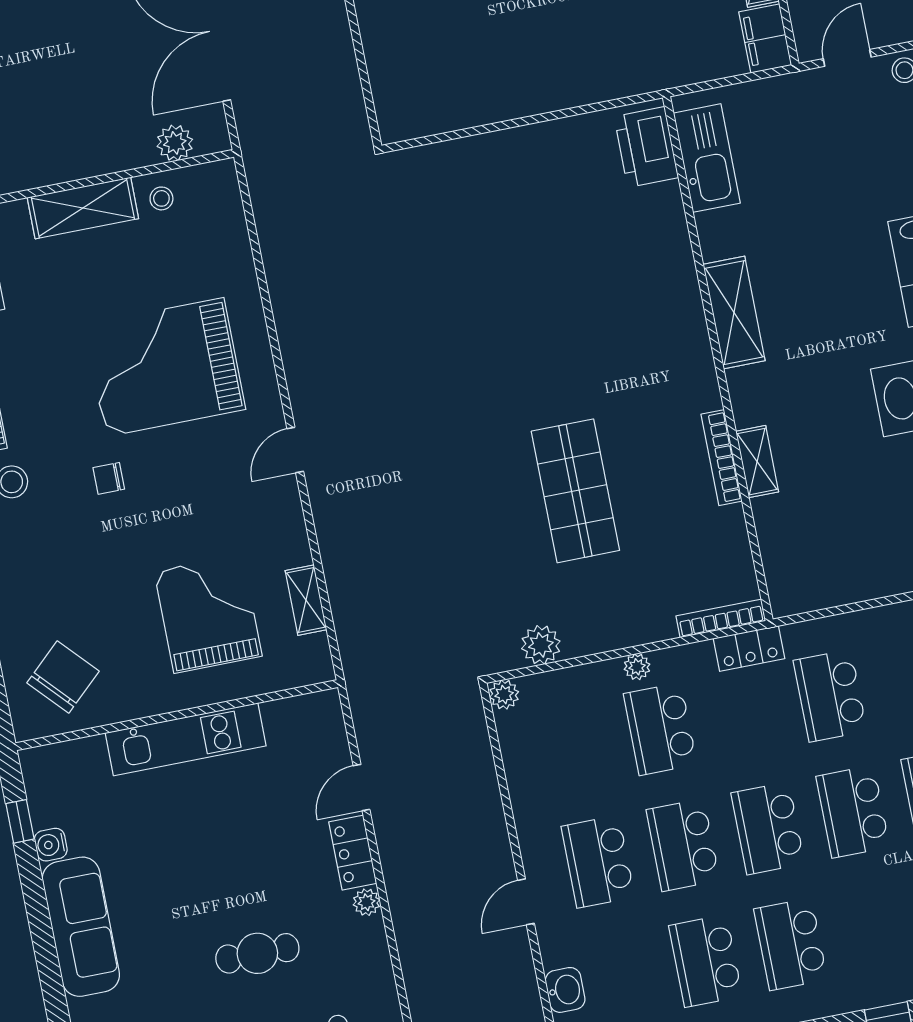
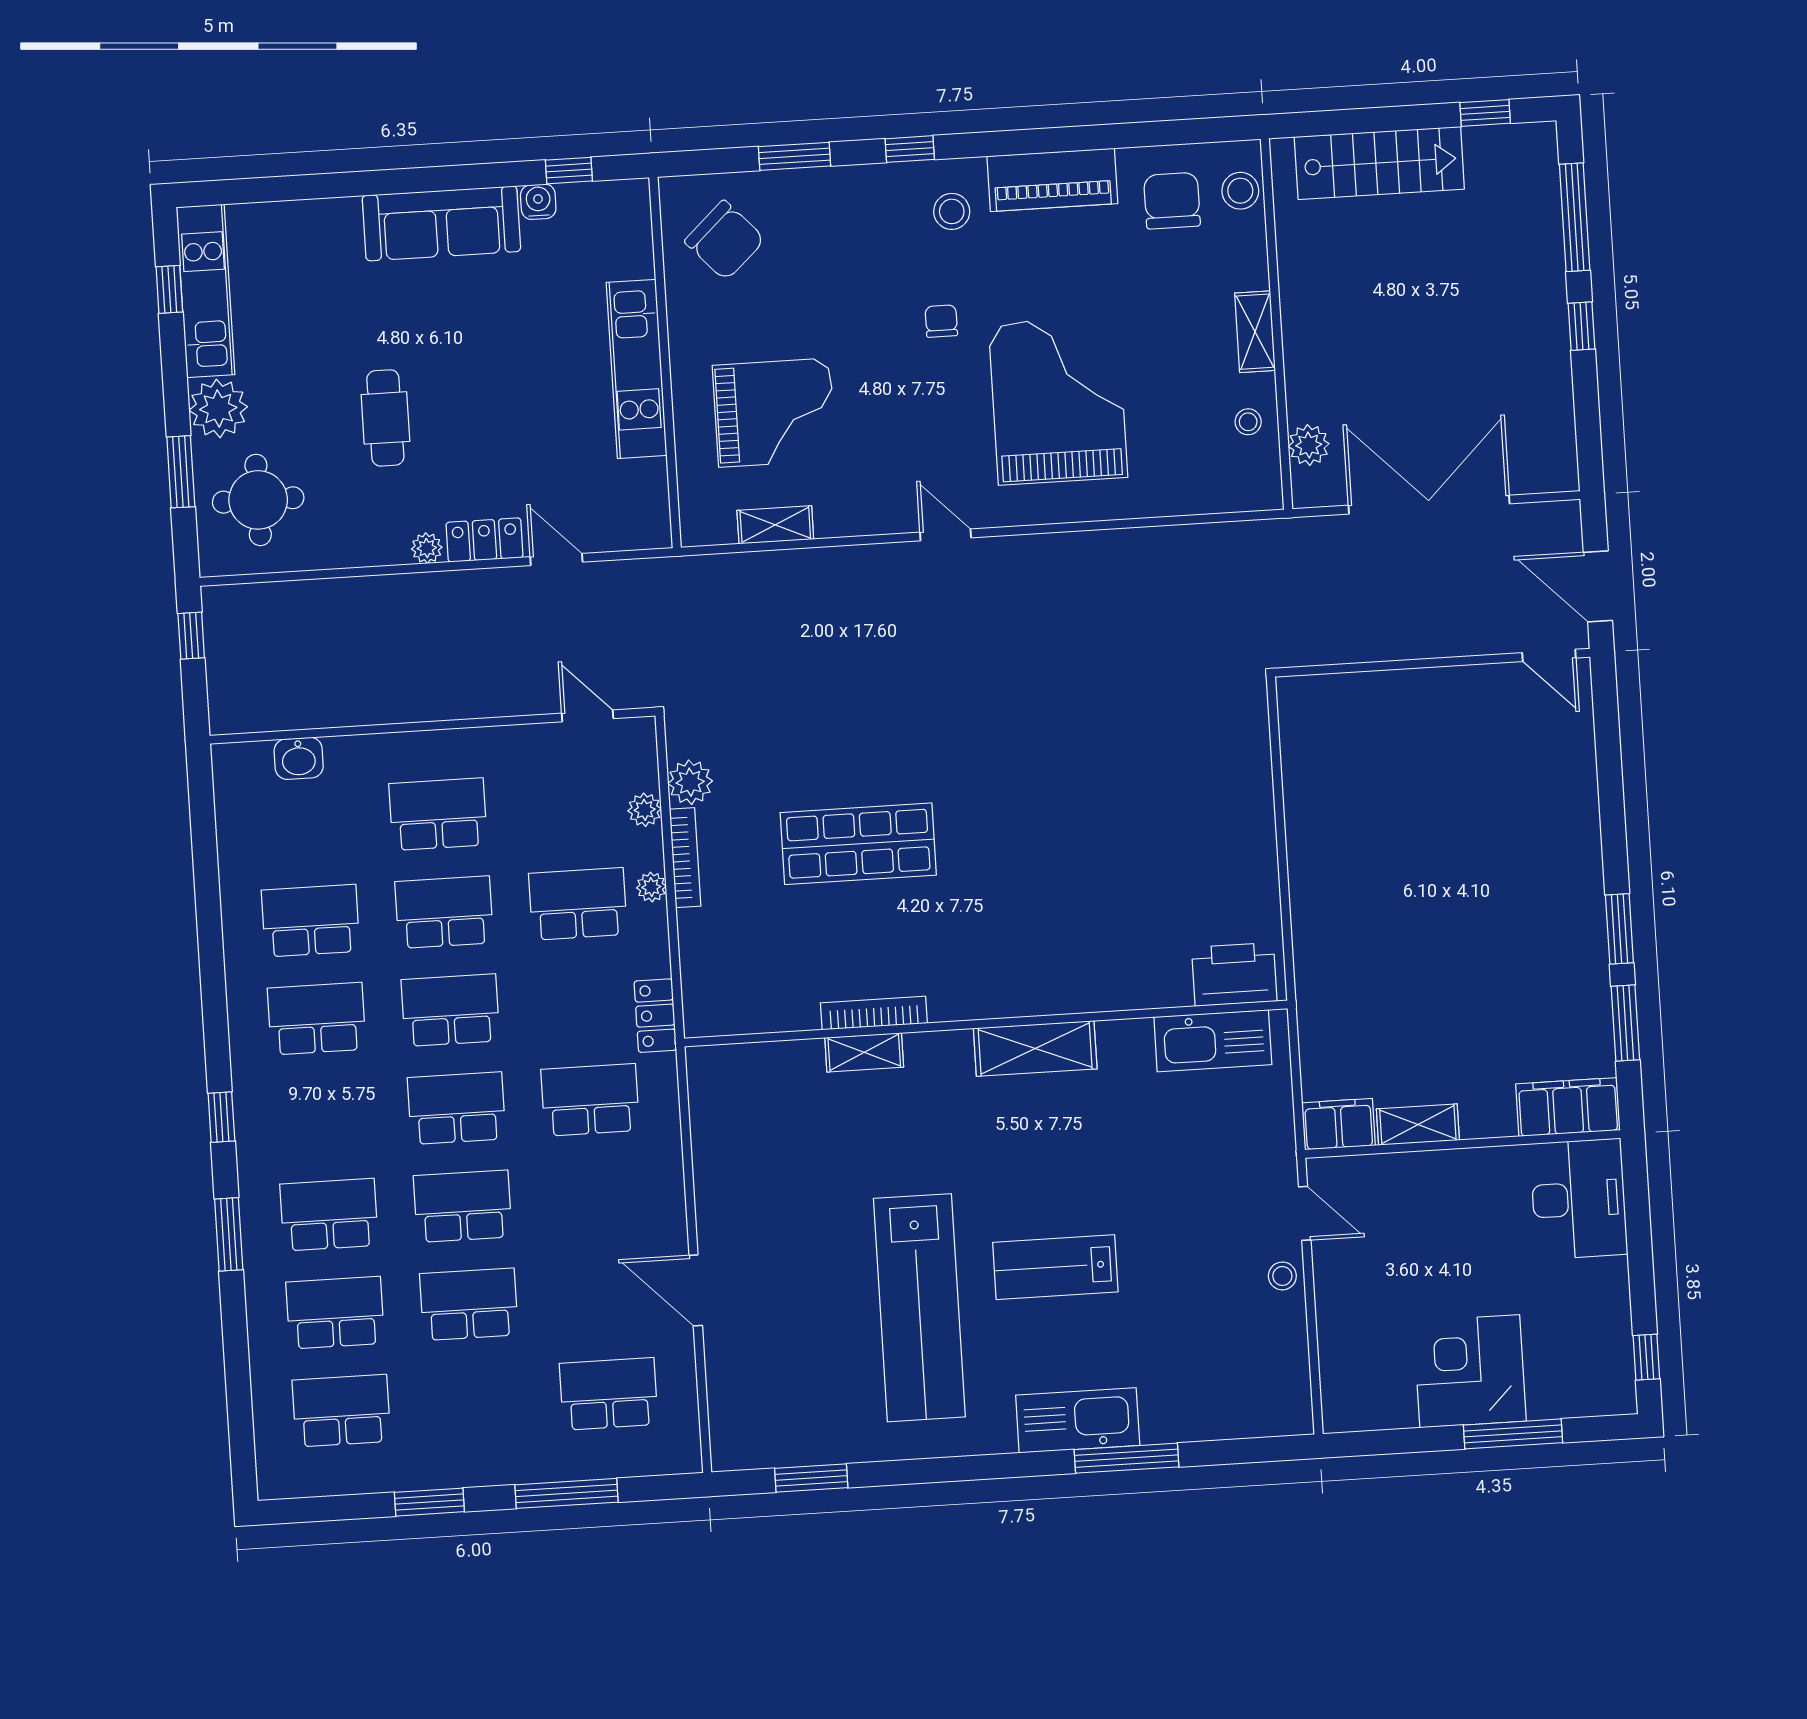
shelving: (83, 208) -> (1255, 332), width x0.67, depth x0.75
bookcase: (721, 618) -> (685, 858), moved
plant: (504, 695) -> (645, 810), moved
door: (526, 902) -> (587, 716), moved

